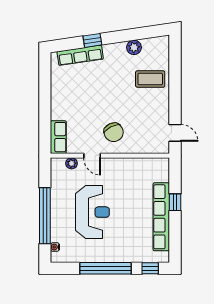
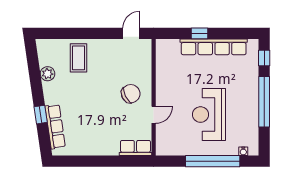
plant: (72, 163) -> (161, 135), removed
reception desk: (92, 212) -> (209, 115), turned -90

